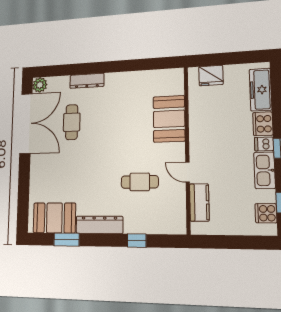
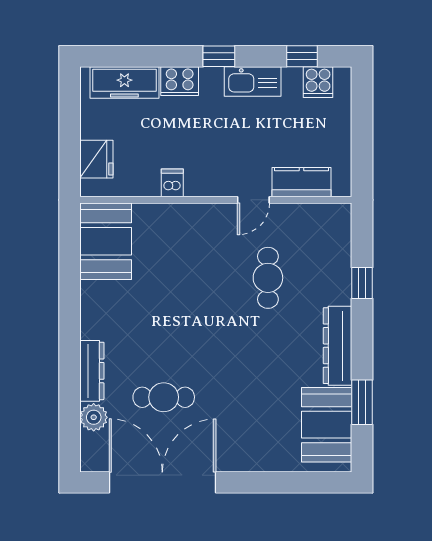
plant: (40, 85) -> (94, 417), moved
booth: (169, 119) -> (106, 241), moved, turned 90
dishwasher: (264, 144) -> (172, 183), moved, turned 180

